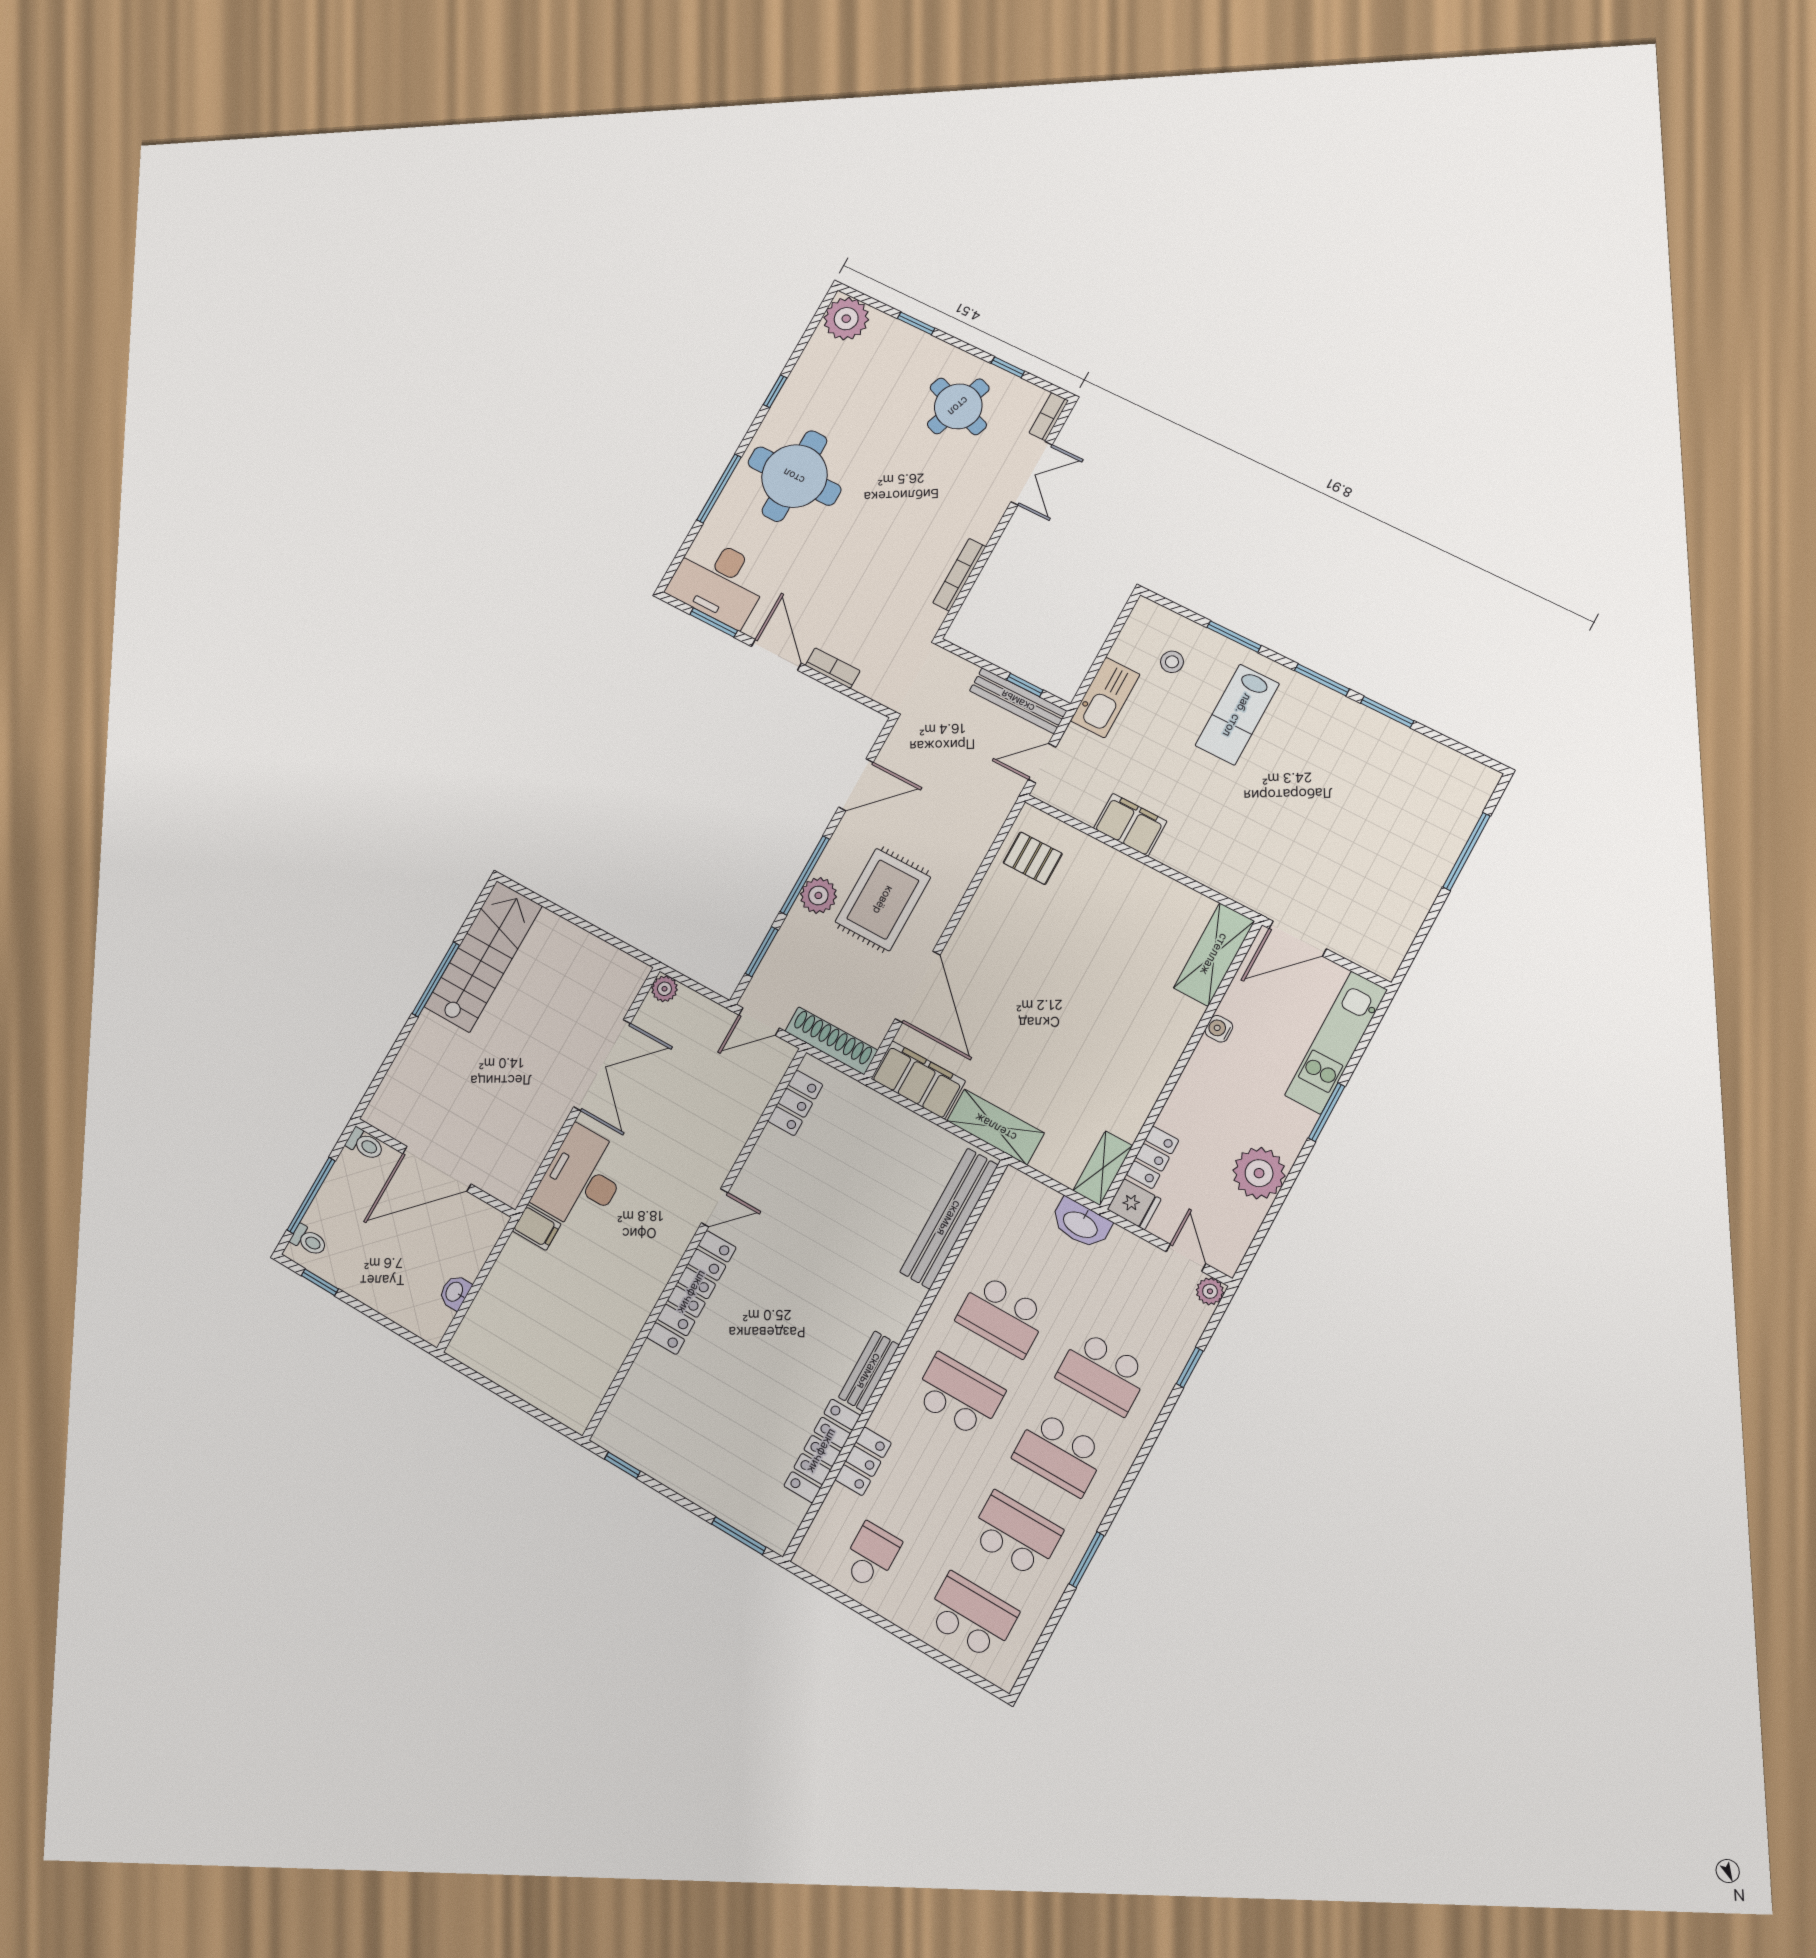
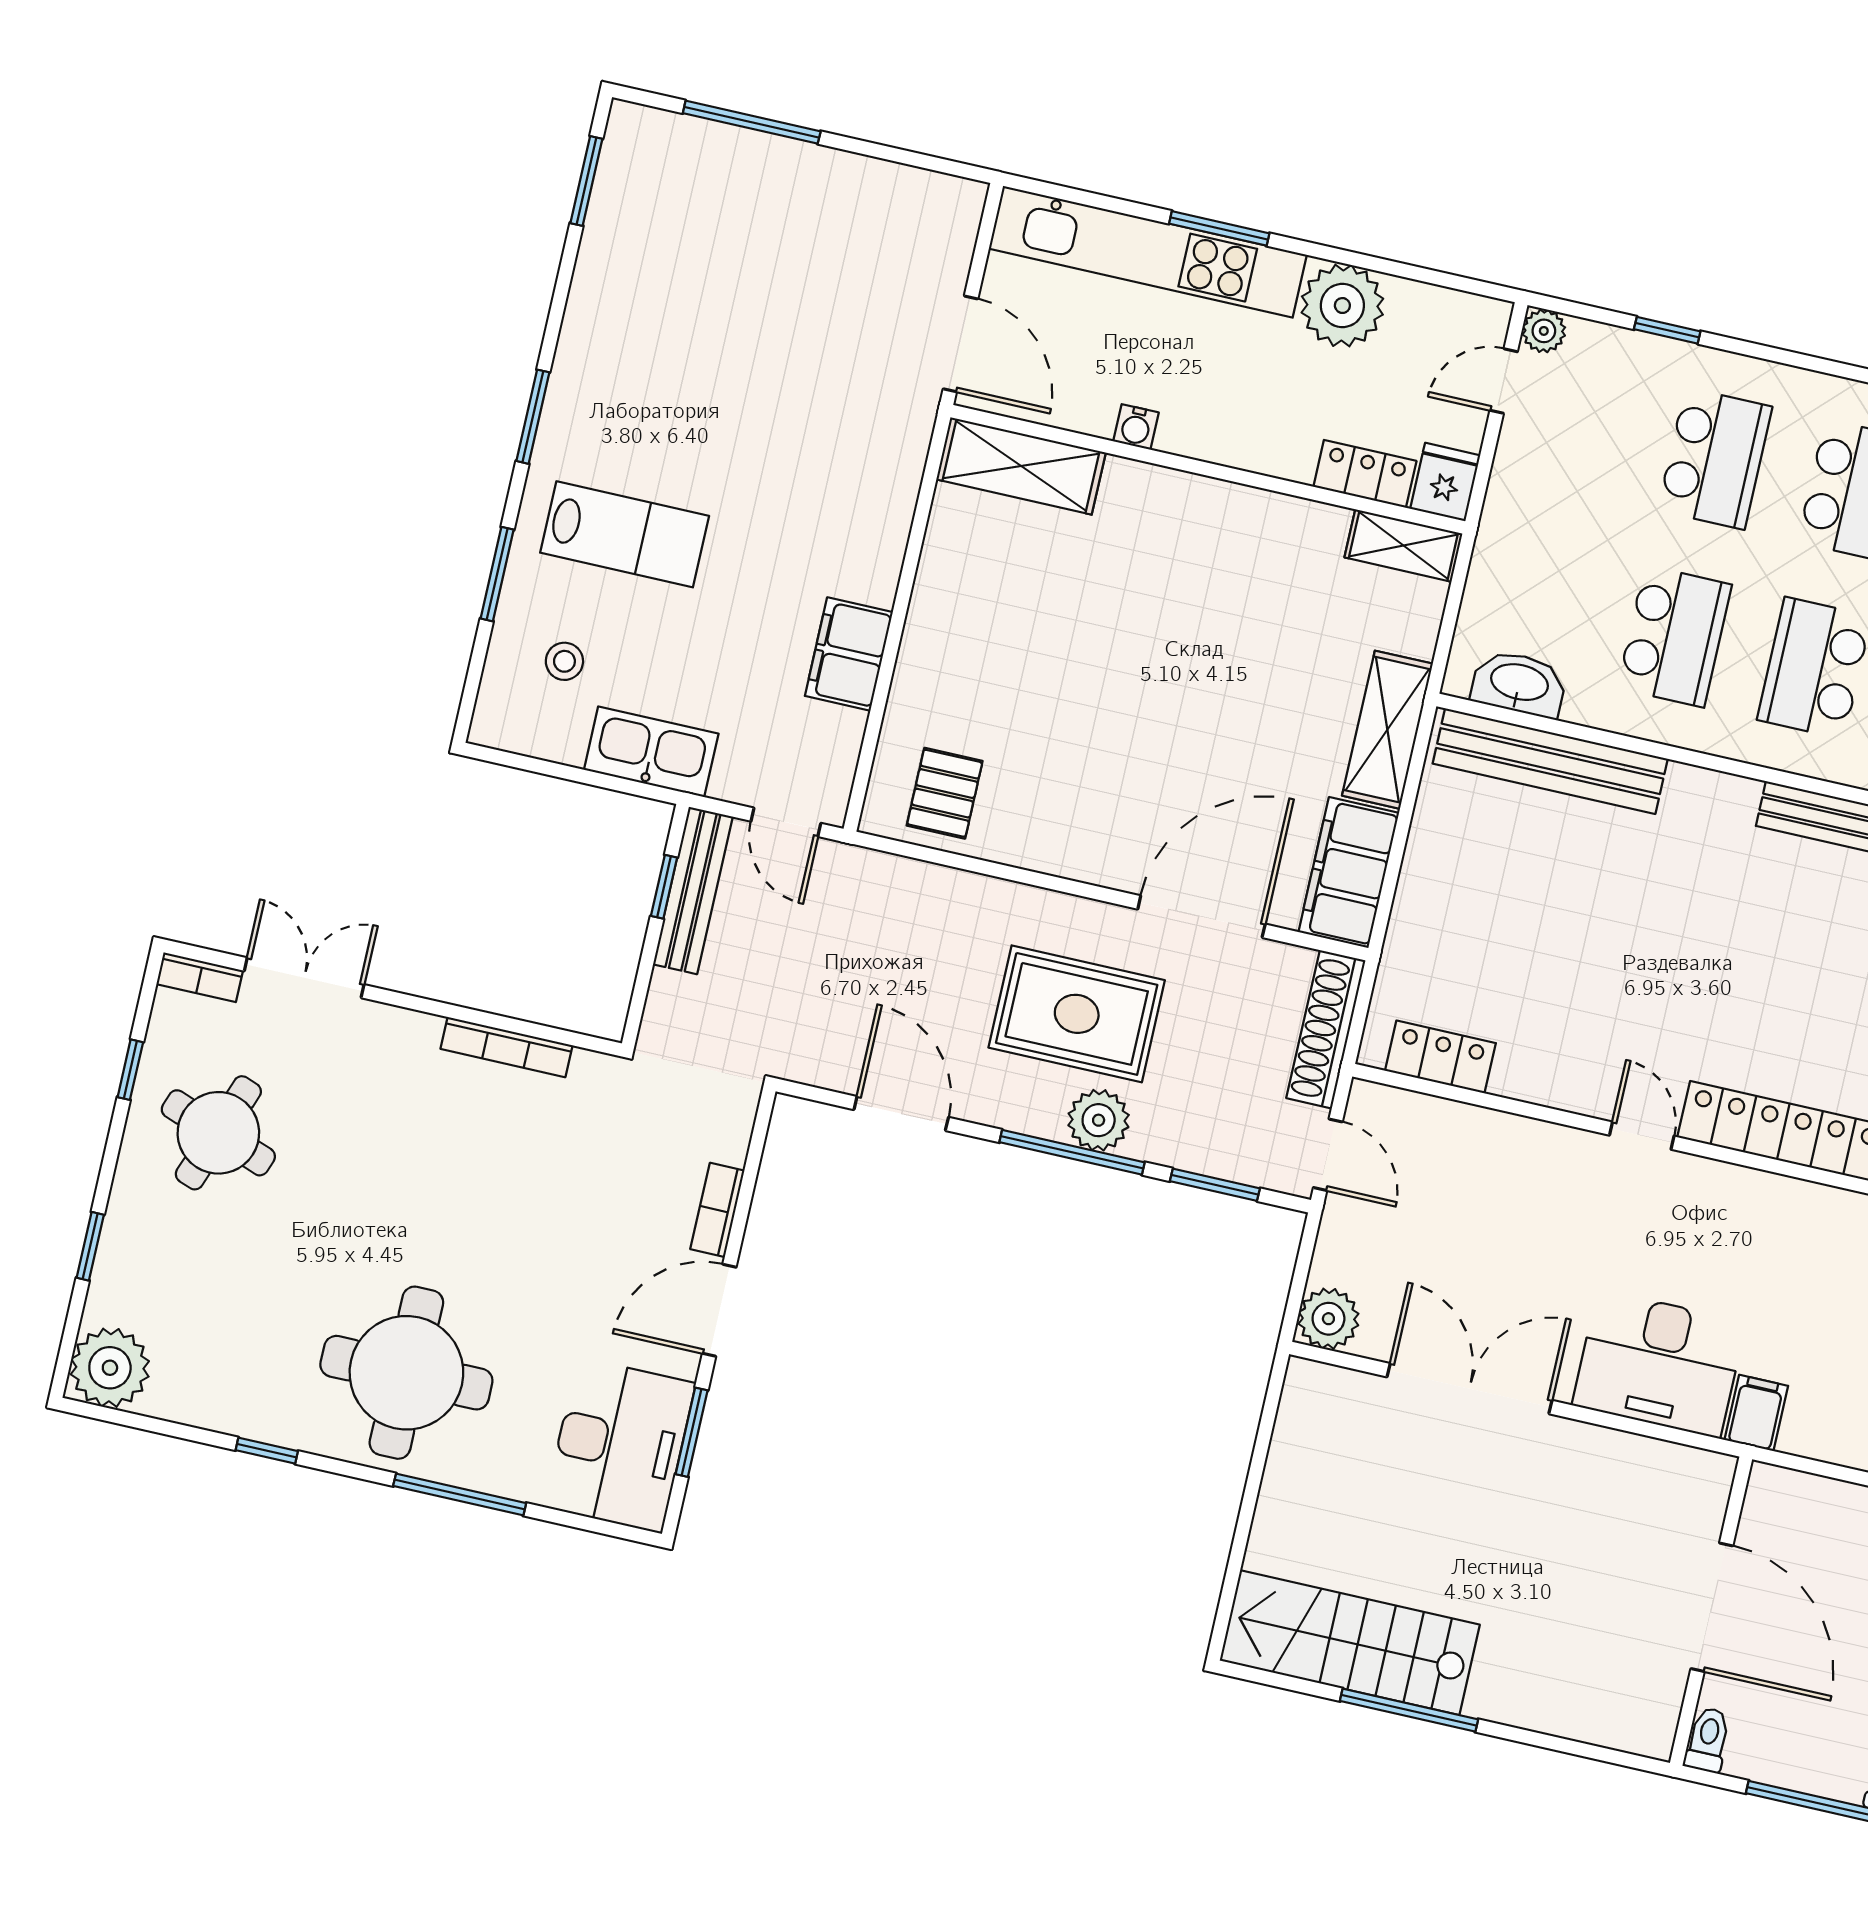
window: (1387, 712) -> (586, 181), moved
plant: (664, 989) -> (1328, 1319), width x1.38, depth x1.38
kitchen unit: (1336, 1042) -> (1148, 252), width x1.36
washbasin: (1081, 1224) -> (1519, 684), moved, turned -90

